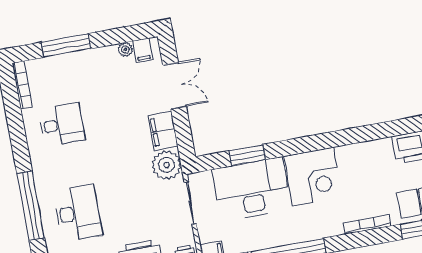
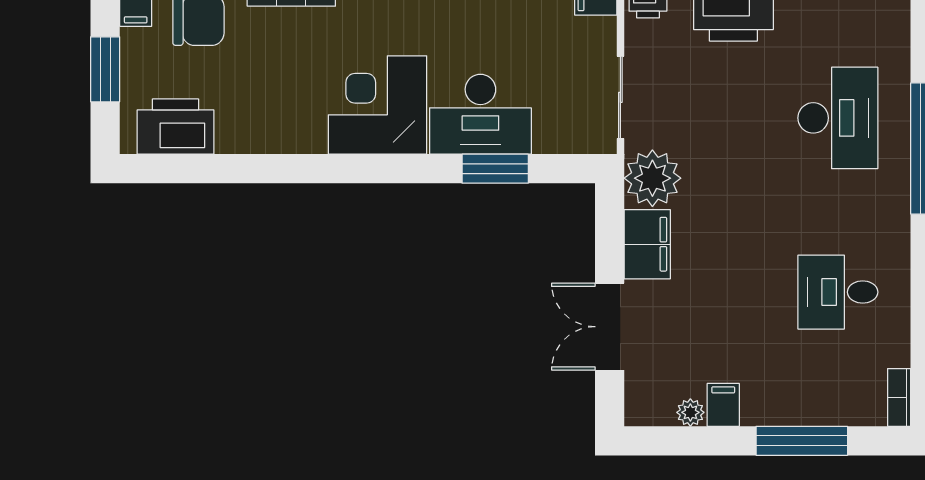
filing cabinet: (143, 50) -> (723, 405), moved
bookcase: (22, 85) -> (899, 397), width x0.64
desk: (252, 189) -> (480, 114), width x0.73, depth x0.77
desk: (78, 213) -> (838, 118), turned 180

